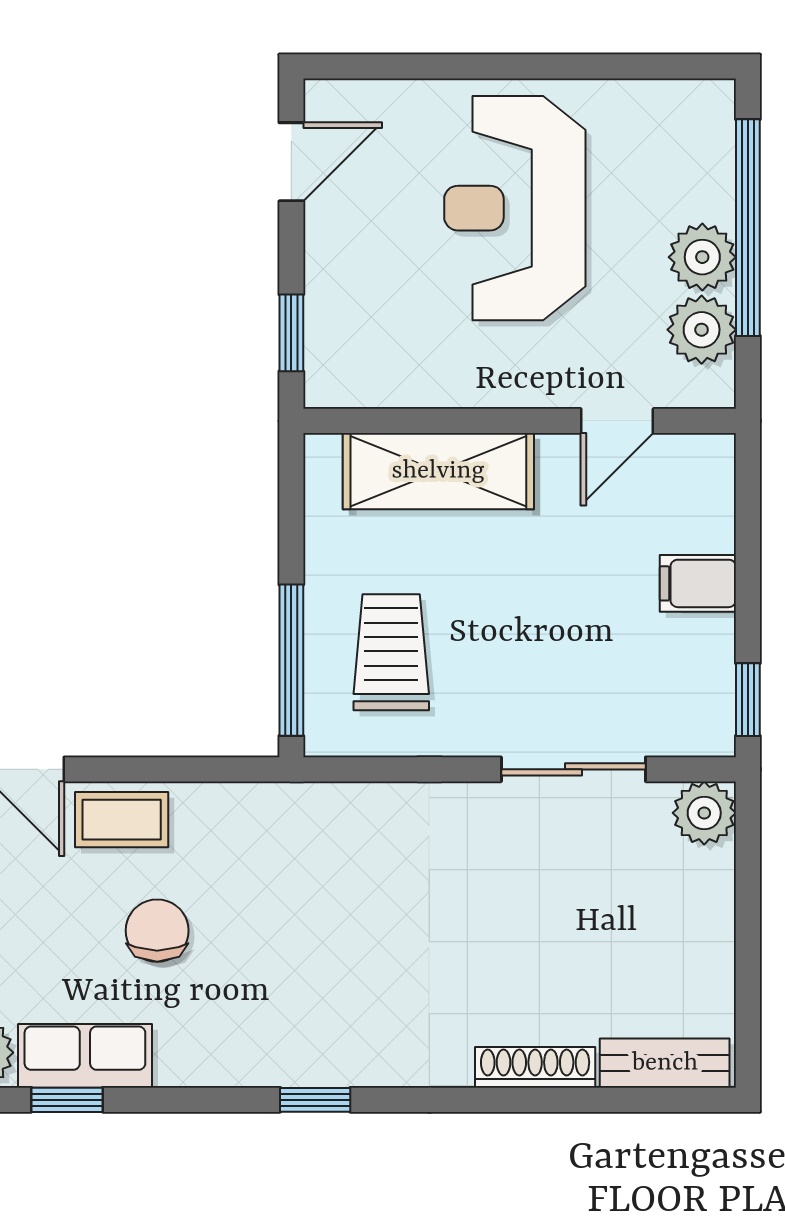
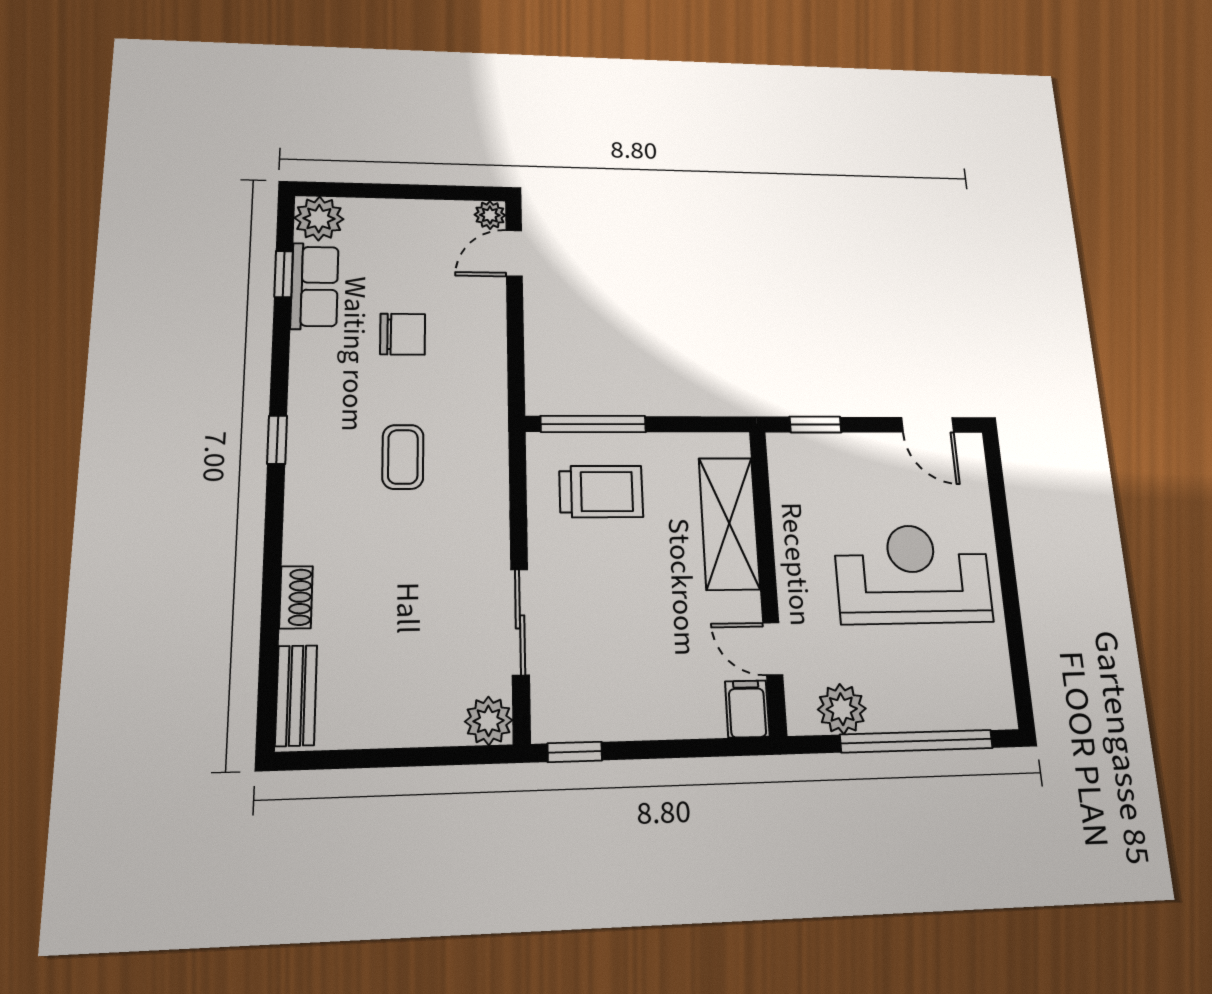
plant: (702, 257) -> (893, 708), removed
filing cabinet: (698, 583) -> (747, 709), moved
coffee table: (122, 820) -> (403, 457), moved
shoe rack: (535, 1067) -> (296, 597), width x0.70

